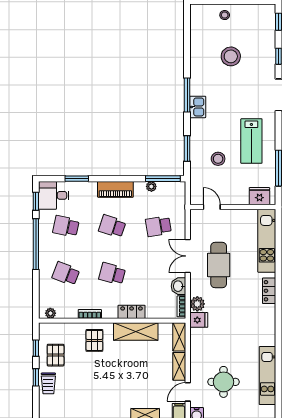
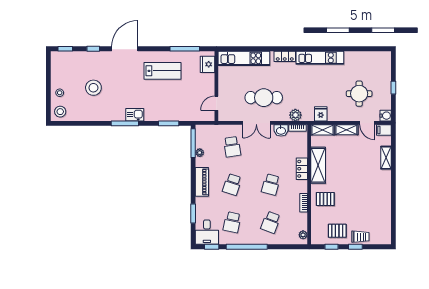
stool: (218, 159) -> (60, 112), moved
fridge: (199, 320) -> (321, 114), moved
kitchen unit: (268, 376) -> (320, 58), moved

